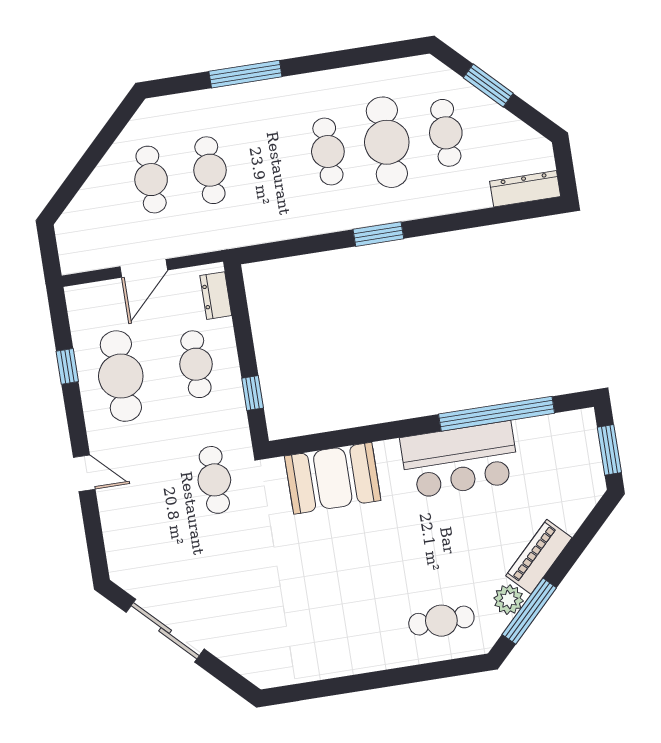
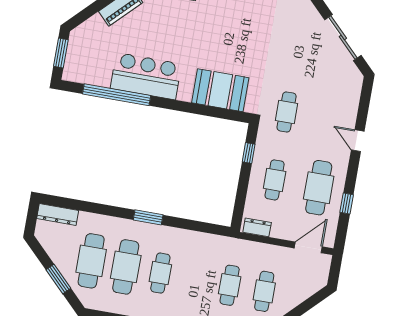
cafe table: (446, 133) -> (91, 261), width x1.37, depth x1.35
door: (144, 268) -> (308, 247), moved
dresser: (216, 296) -> (257, 227), moved, turned -90

